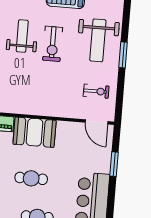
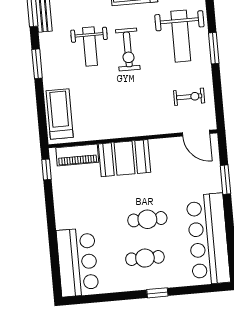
weight bench: (22, 36) -> (90, 46), turned 180
cafe table: (31, 178) -> (147, 219), moved

